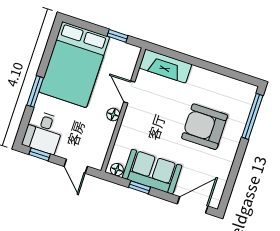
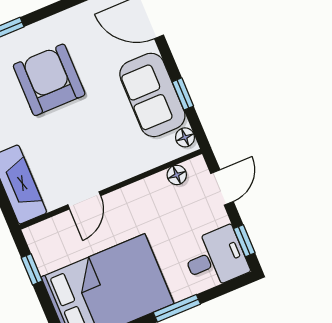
floor lamp: (113, 115) -> (177, 175), moved
armchair: (205, 127) -> (49, 80), turned 180

